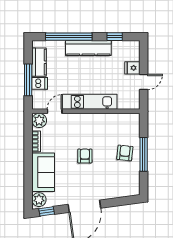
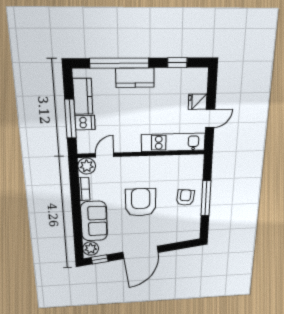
kitchen counter: (88, 48) -> (135, 78), width x0.67
kitchen unit: (90, 102) -> (173, 142), moved
armchair: (85, 156) -> (141, 202), width x1.88, depth x1.88

